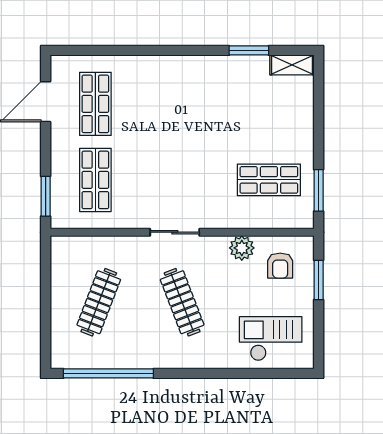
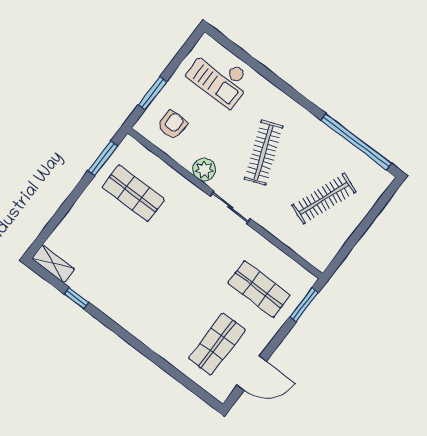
window: (249, 50) -> (76, 298), width x0.67
shop shelf: (95, 180) -> (259, 289), turned 90
plant: (242, 248) -> (204, 170), moved

